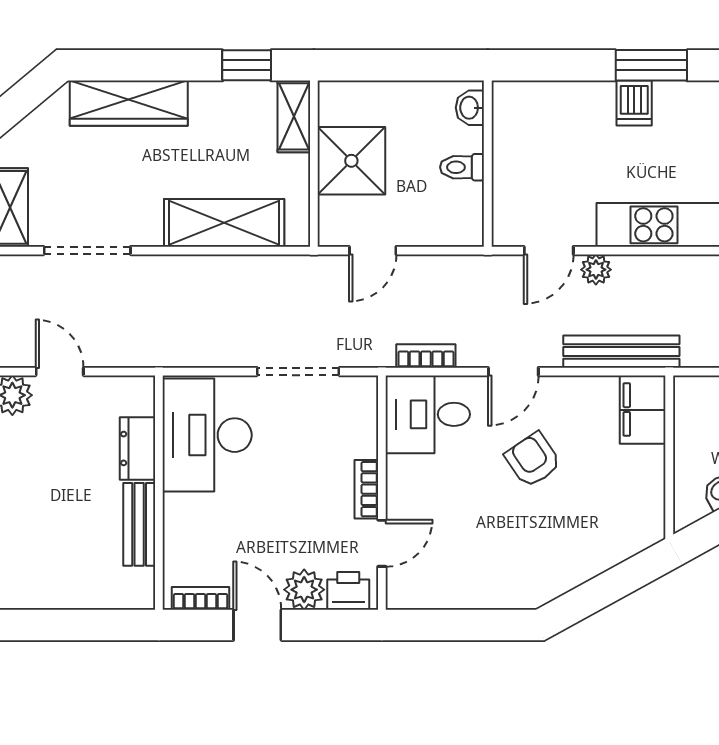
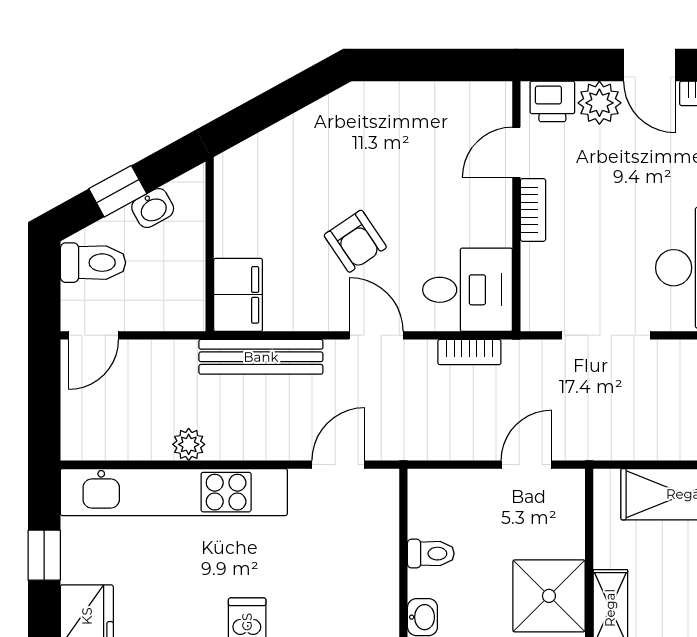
shower: (351, 161) -> (549, 596), moved
plant: (596, 270) -> (189, 444), moved
door: (513, 372) -> (376, 335), hinge flipped

